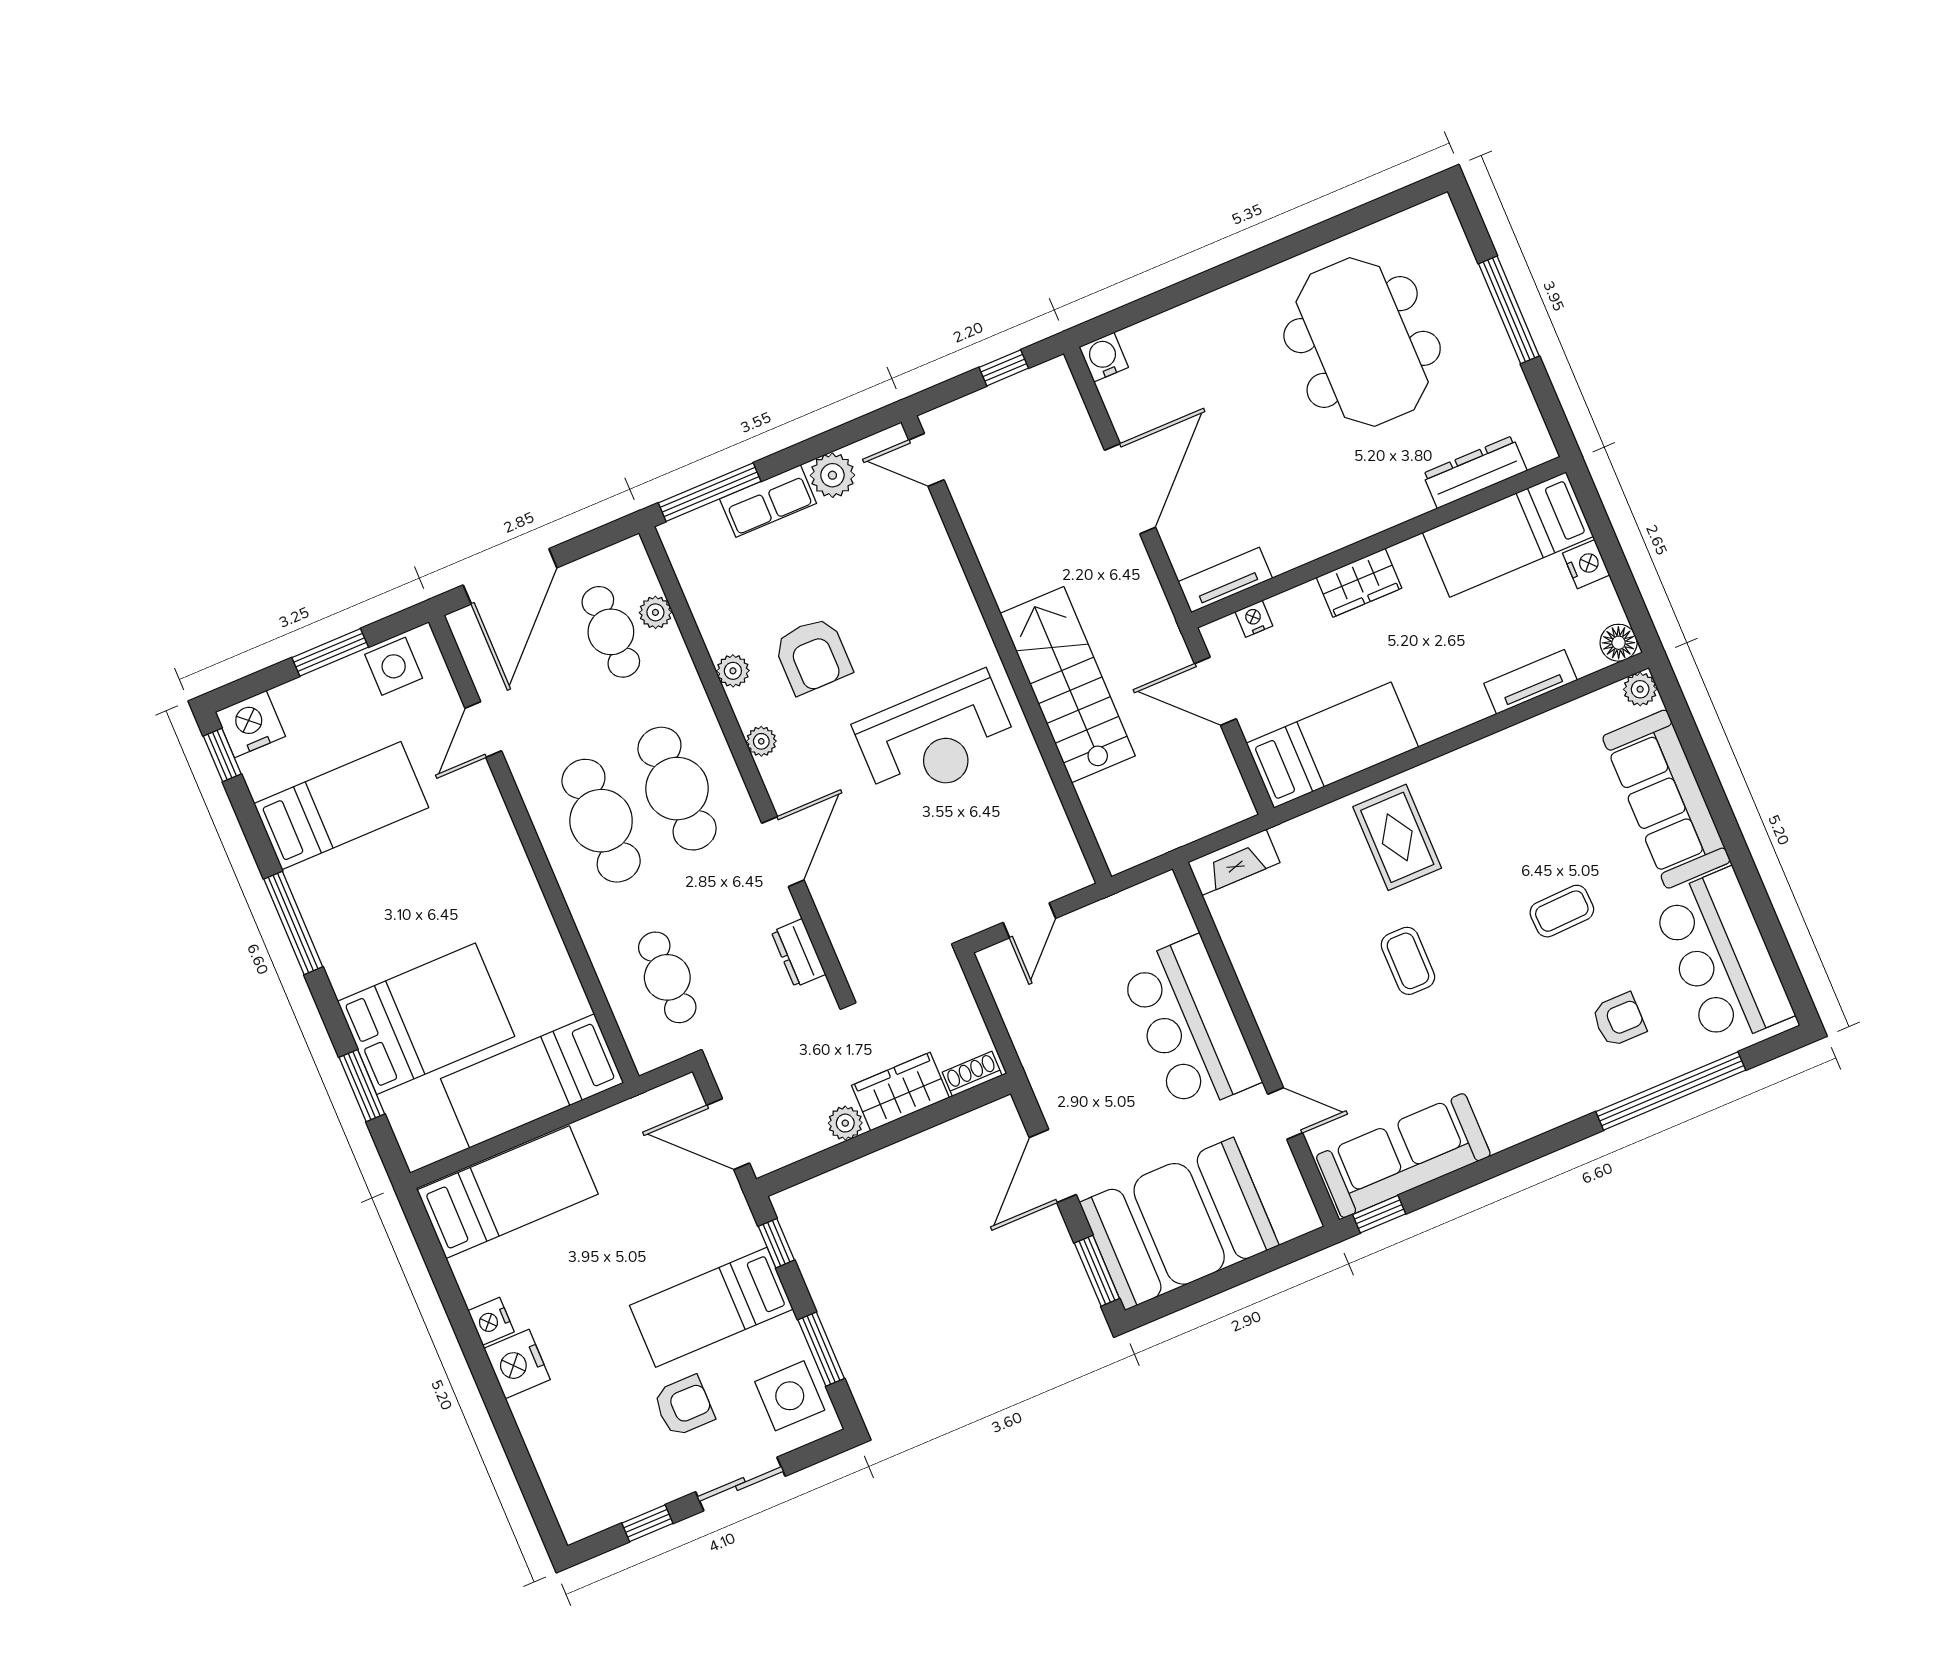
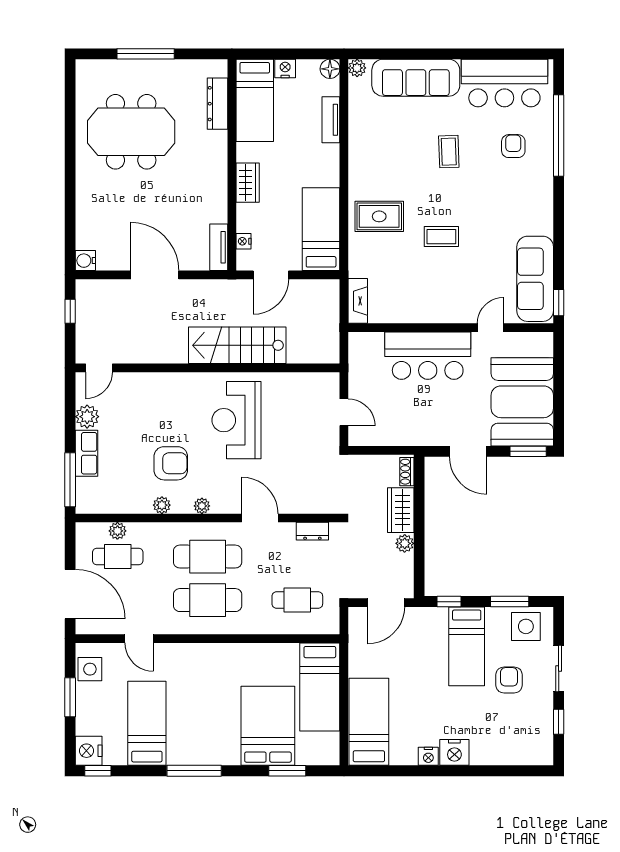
reception desk: (936, 738) -> (236, 420), turned 180

